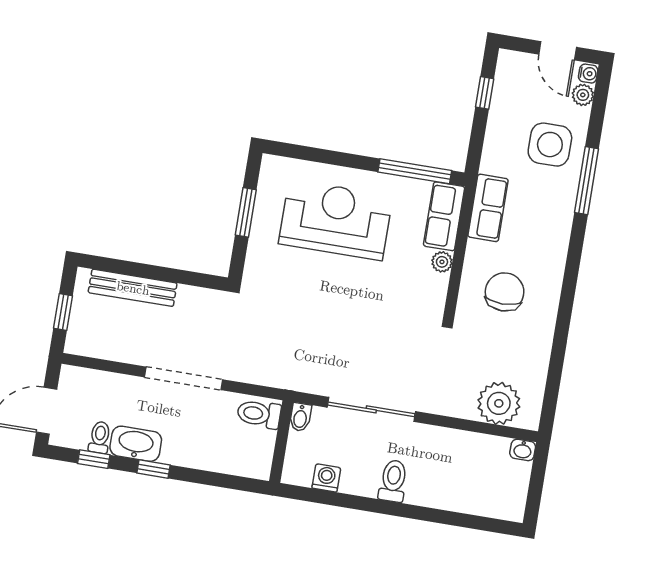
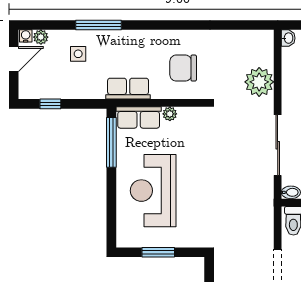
side table: (550, 145) -> (78, 54), width x0.54, depth x0.54
plant: (499, 403) -> (259, 82), moved

